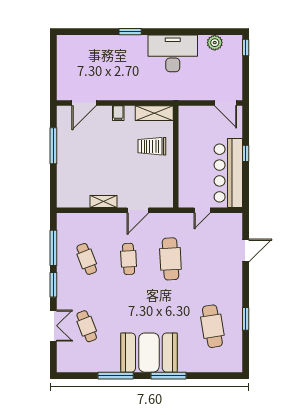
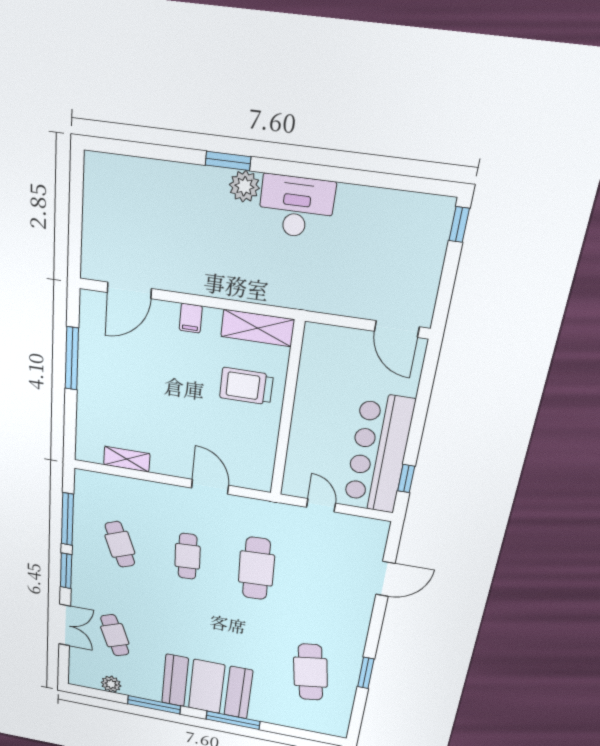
plant: (215, 43) -> (244, 186), moved
desk: (173, 53) -> (296, 207), width x0.73, depth x0.77
window: (246, 153) -> (406, 479), moved
shelving: (103, 202) -> (127, 459), moved
door: (138, 210) -> (210, 487), swing flipped
door: (202, 210) -> (321, 505), swing flipped
plant: (86, 366) -> (111, 684), added

